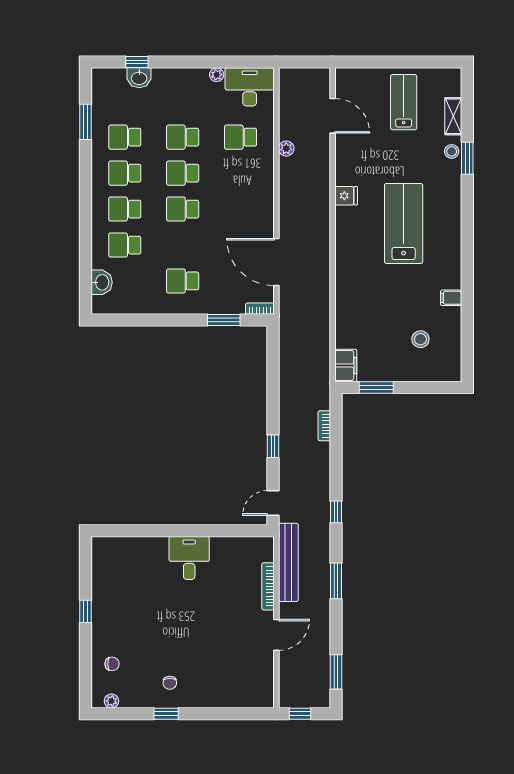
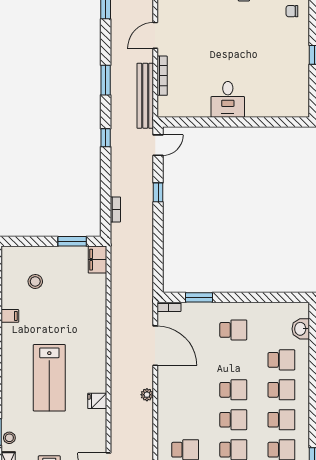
plant: (286, 148) -> (147, 395), moved

